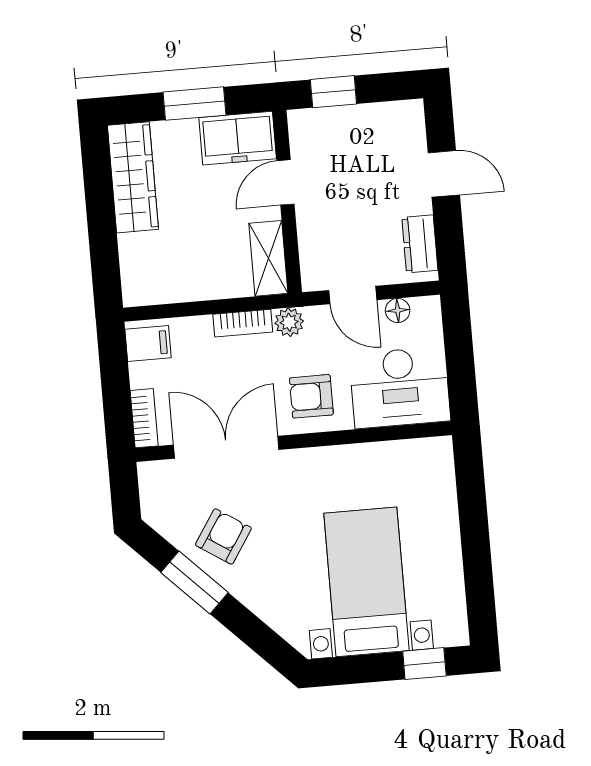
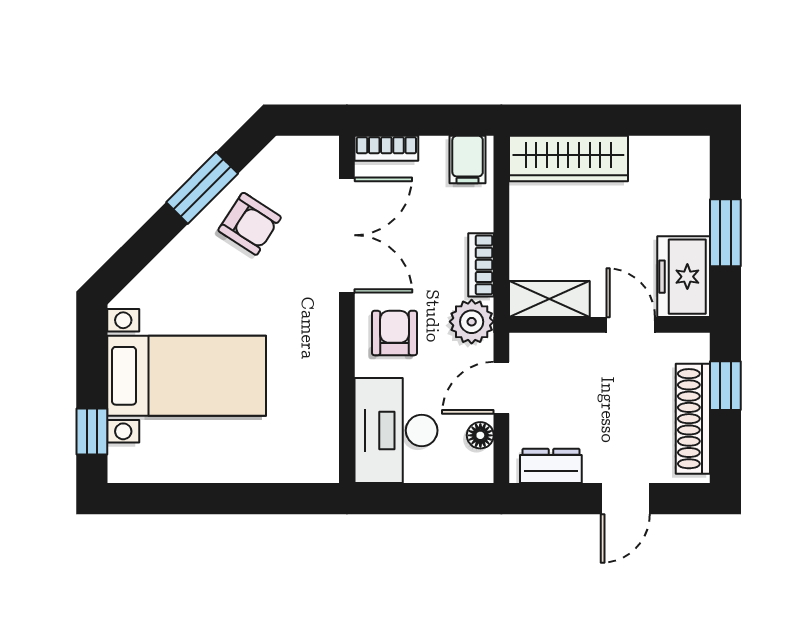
shoe rack: (366, 119) -> (693, 419), added
wardrobe: (133, 177) -> (568, 159), moved
plant: (289, 322) -> (472, 322), width x1.38, depth x1.38

